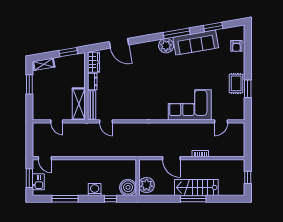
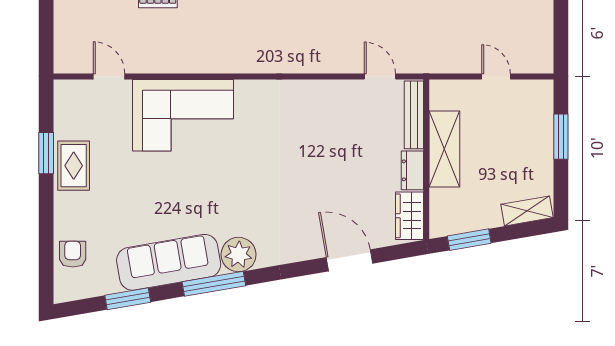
window: (29, 84) -> (561, 137), moved
shelving: (79, 104) -> (444, 149), moved
door: (221, 121) -> (109, 76), hinge flipped

